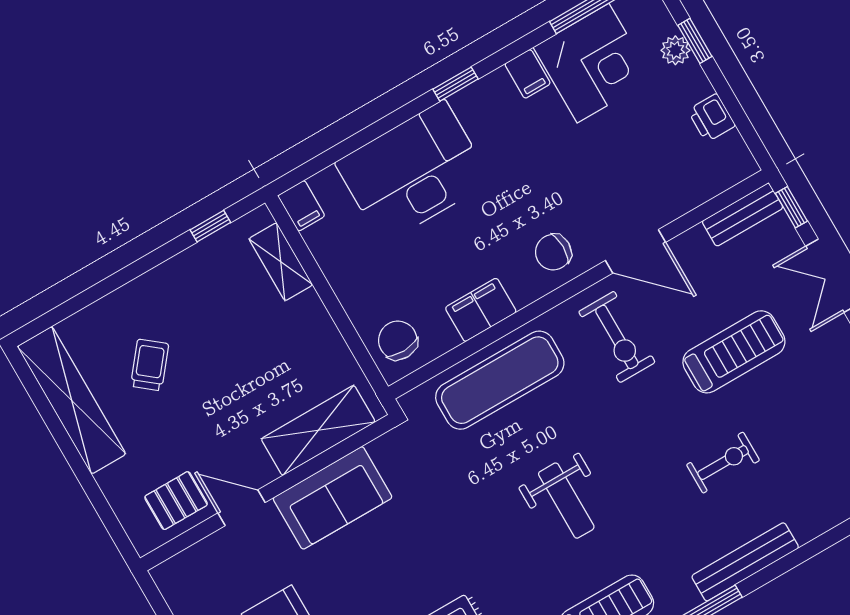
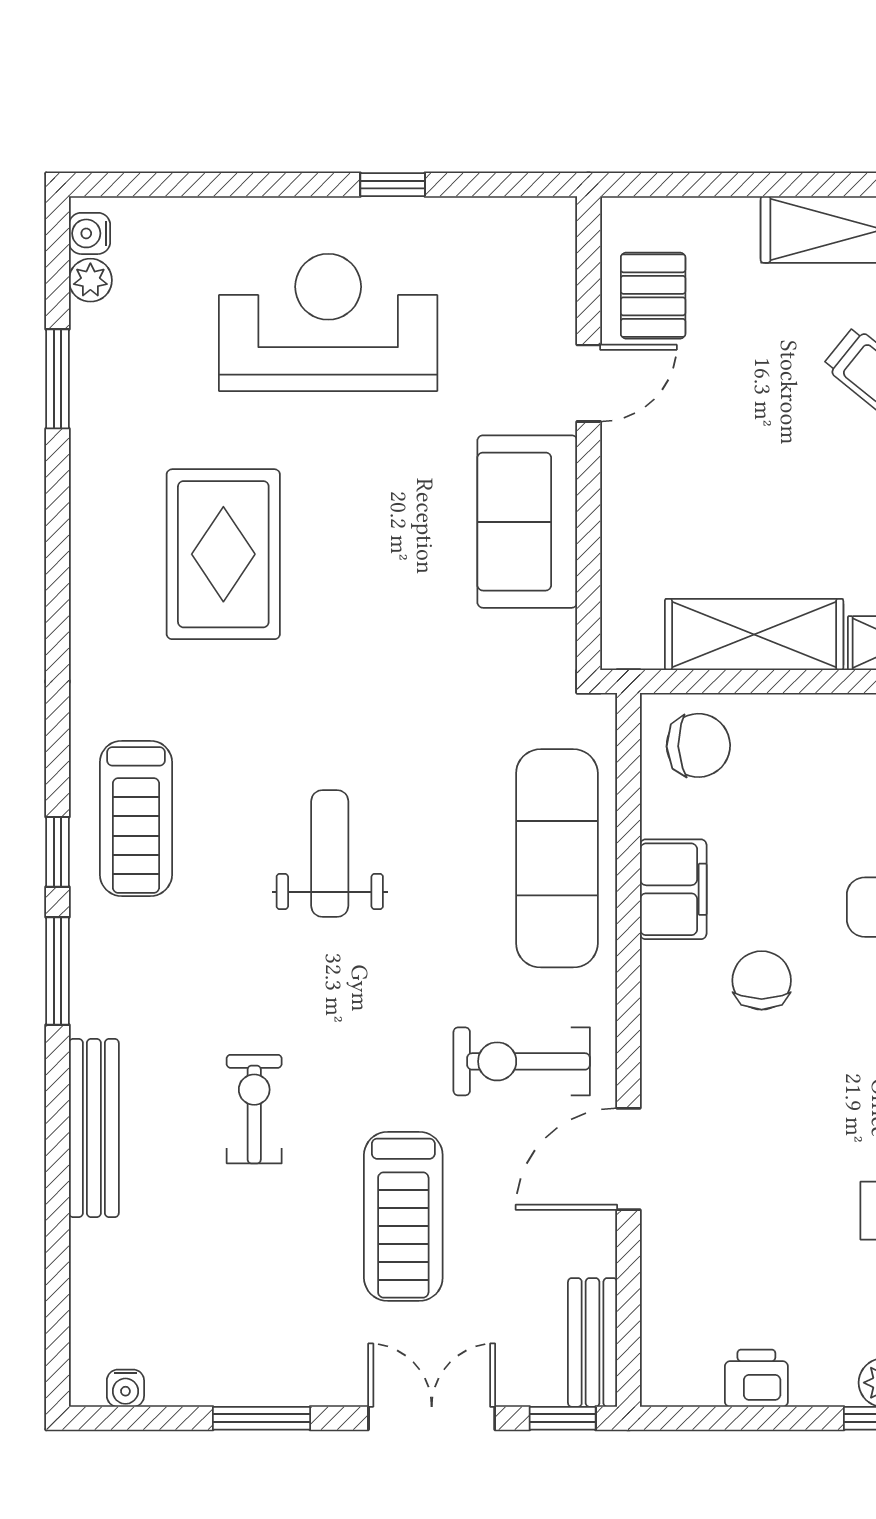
chair: (553, 252) -> (762, 980), moved
shelving: (318, 430) -> (754, 634), moved, turned 90
exercise bike: (723, 463) -> (254, 1109), turned 180
weight bench: (566, 501) -> (330, 853), turned 90
bench: (745, 562) -> (94, 1128), moved

